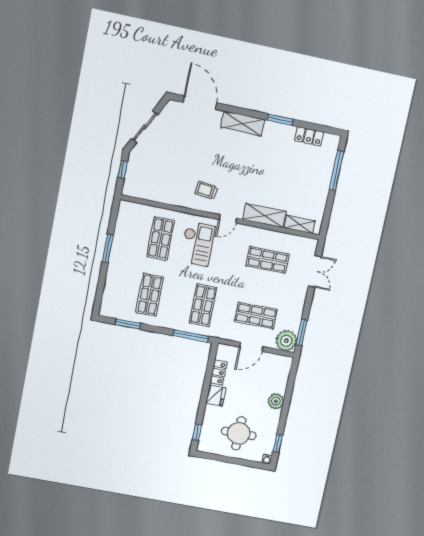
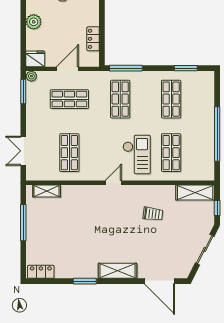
locker: (309, 136) -> (41, 272), moved
window: (337, 171) -> (23, 223), moved
trolley: (206, 190) -> (153, 214), moved
shelving: (264, 215) -> (195, 193), moved
checkout: (197, 244) -> (137, 154), turned 180
window: (108, 248) -> (217, 134), width x2.11
shop shelf: (267, 260) -> (69, 153), turned 90
plant: (286, 341) -> (31, 76), width x0.53, depth x0.53
fridge: (216, 396) -> (35, 59), moved, turned 90

